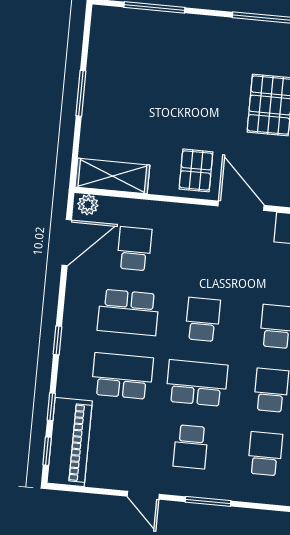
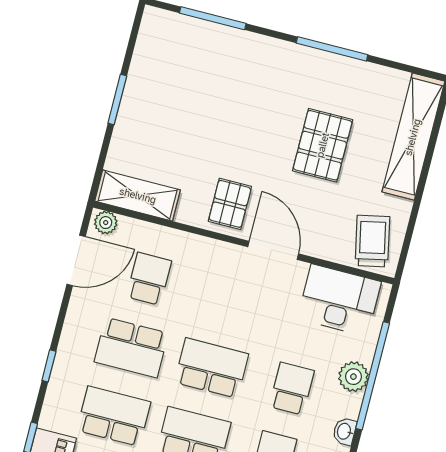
school desk: (203, 319) -> (212, 368), width x1.85

